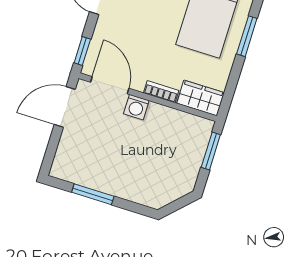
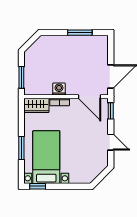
washing machine: (136, 107) -> (59, 89), moved

